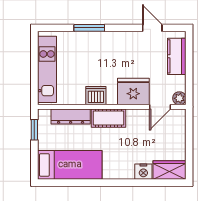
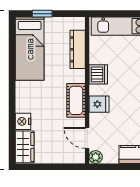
fridge: (133, 92) -> (99, 104), width x0.53, depth x0.75
cot: (108, 118) -> (76, 100), moved
window: (34, 130) -> (42, 14), moved

